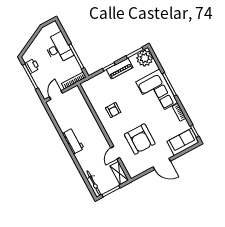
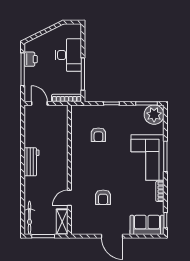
piano: (120, 68) -> (122, 111), removed
door: (56, 95) -> (39, 103), hinge flipped
armchair: (113, 110) -> (98, 135), moved
armchair: (140, 139) -> (103, 197), width x0.53, depth x0.53

